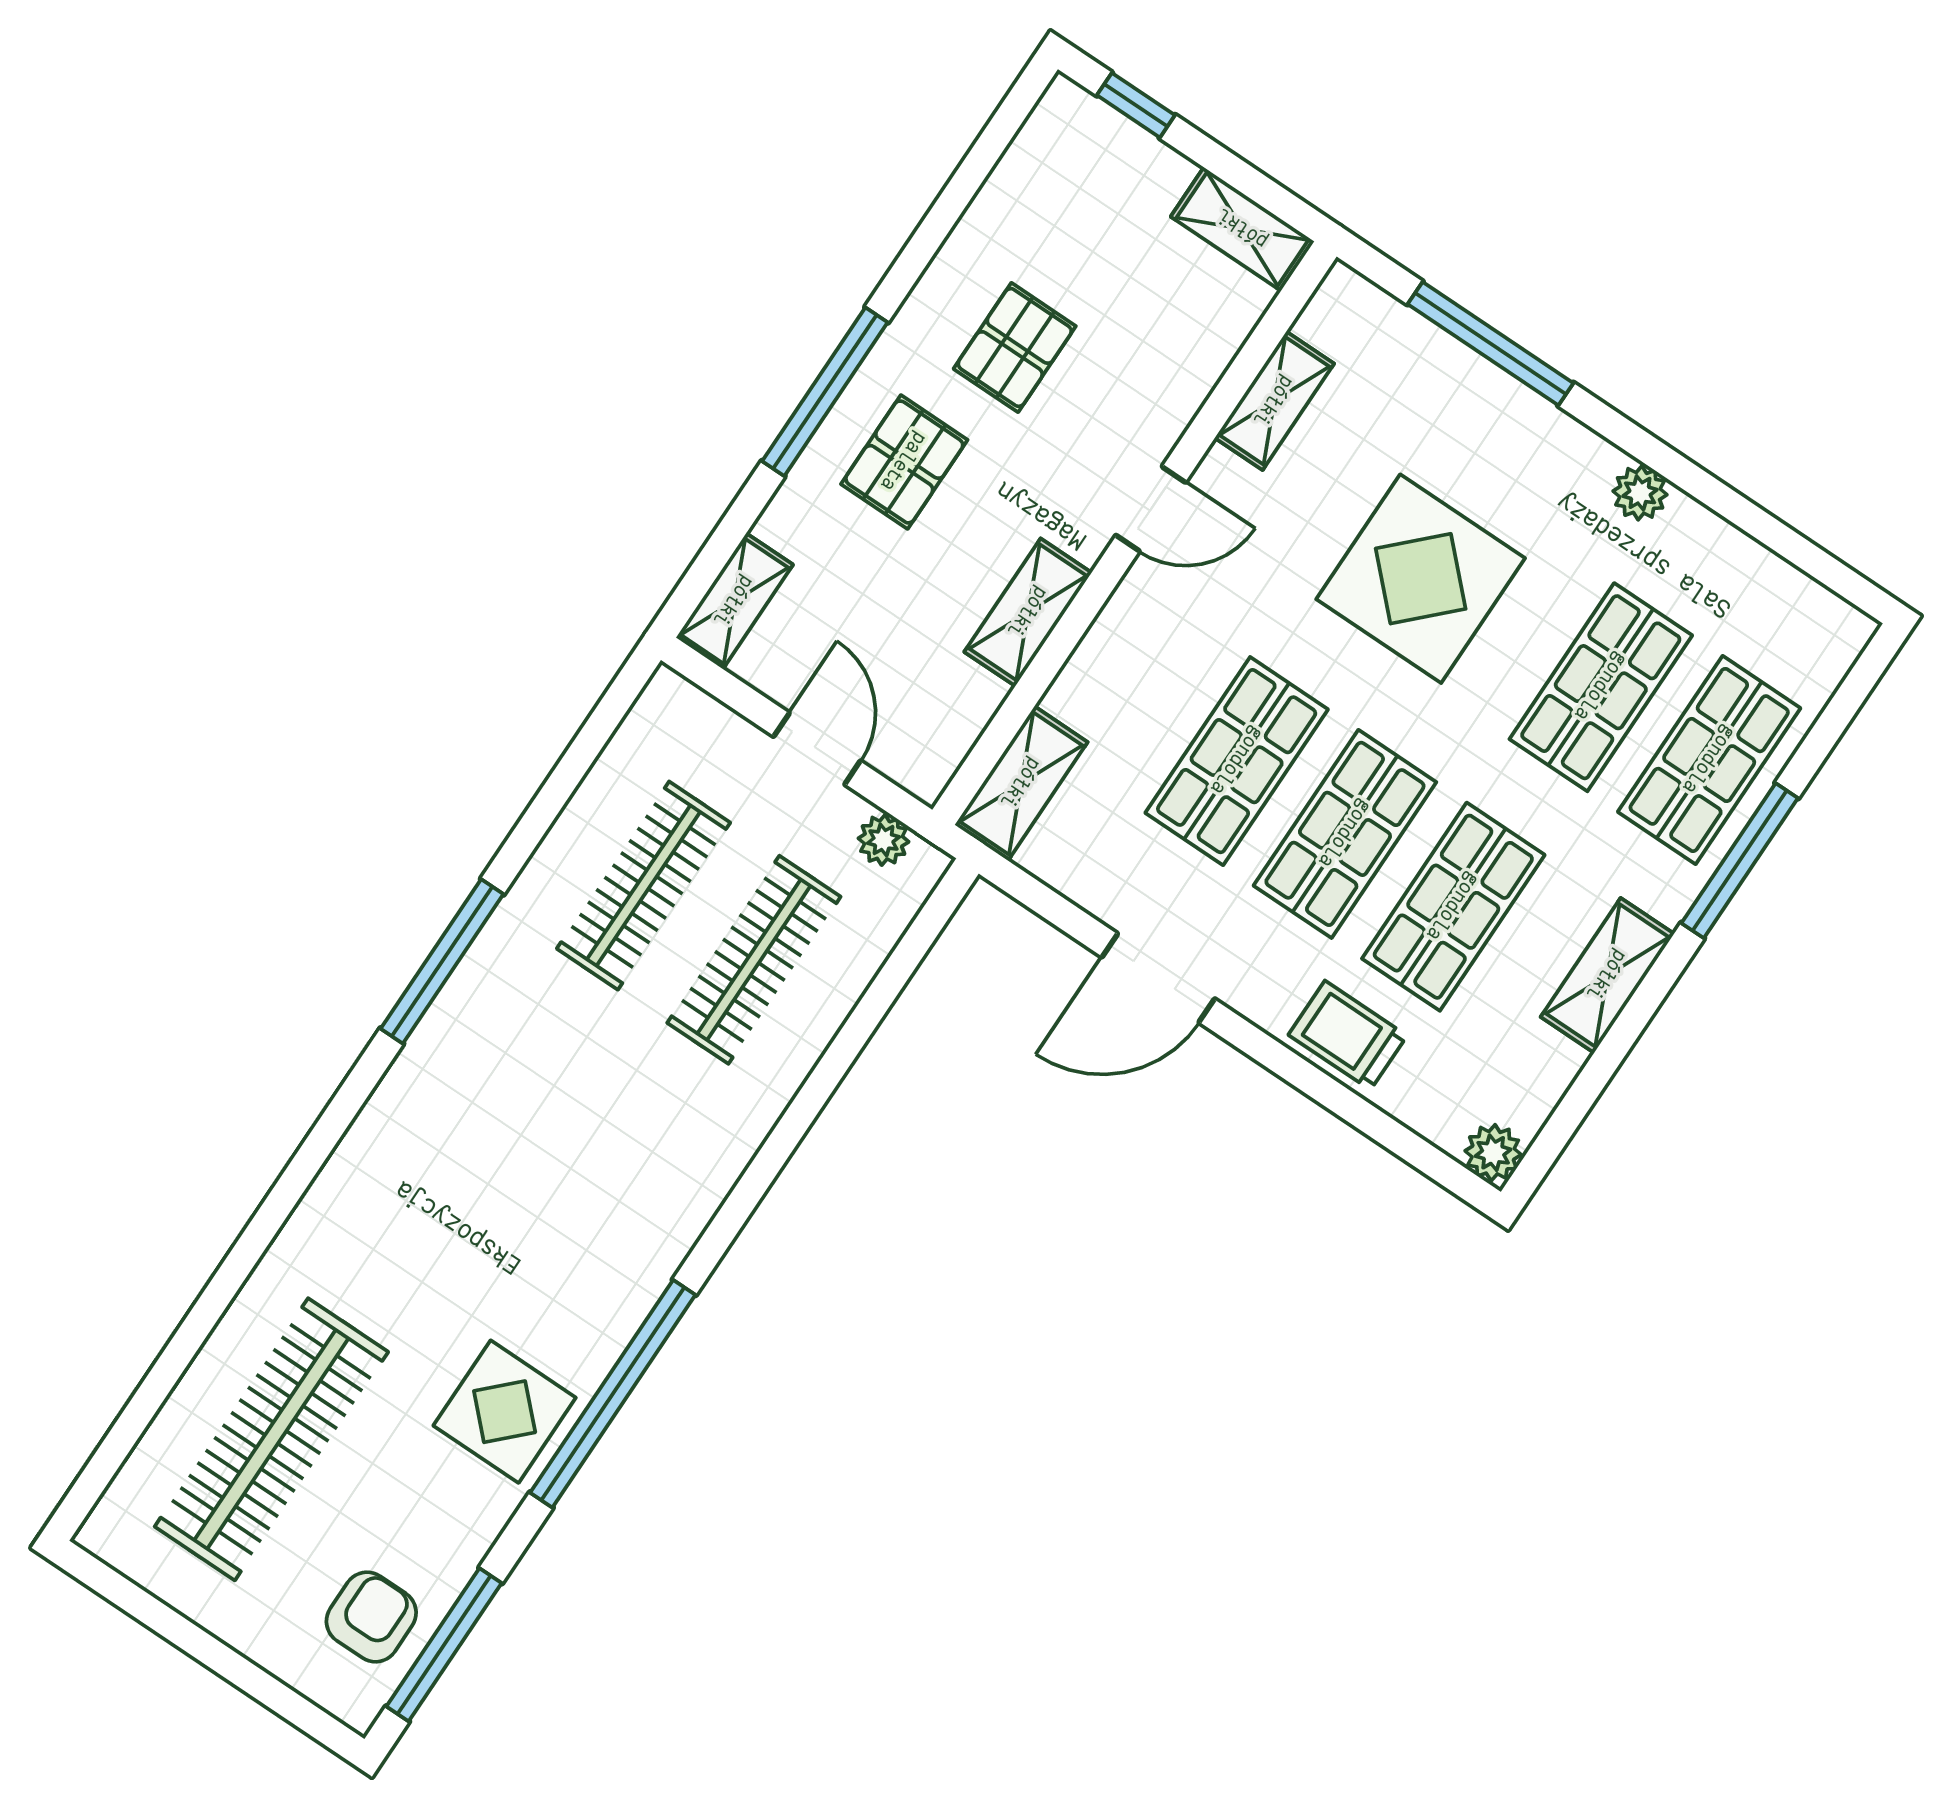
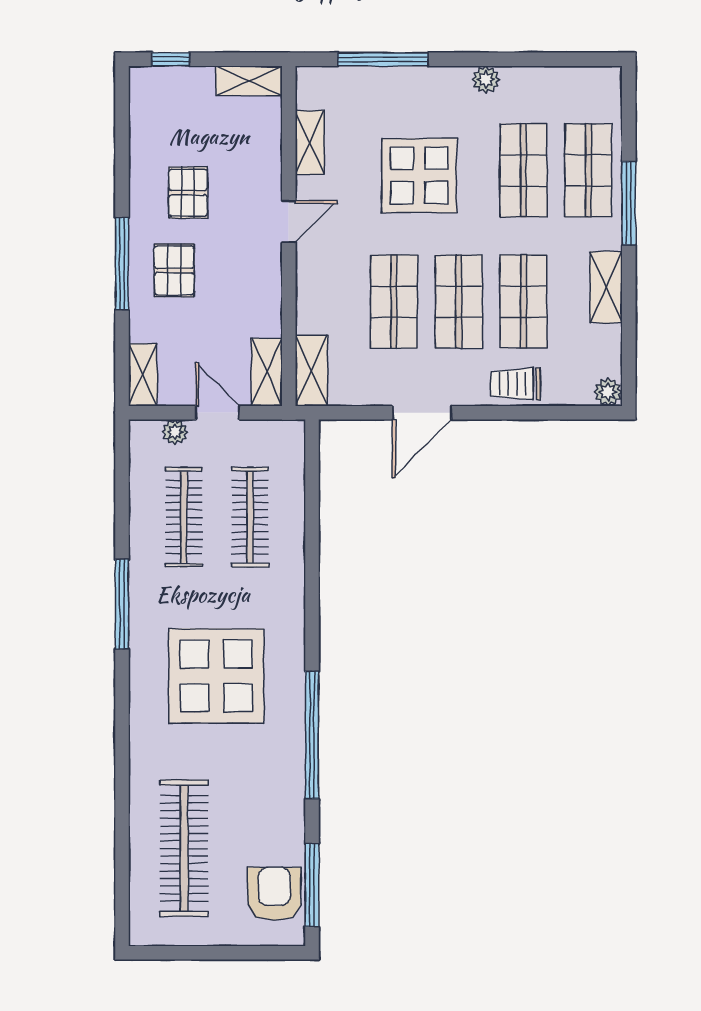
shelving: (1028, 612) -> (267, 372), moved
plant: (883, 840) -> (175, 432), moved
display table: (505, 1412) -> (216, 676), moved, width x1.86, depth x1.86
armchair: (371, 1617) -> (274, 894), width x1.38, depth x1.38

